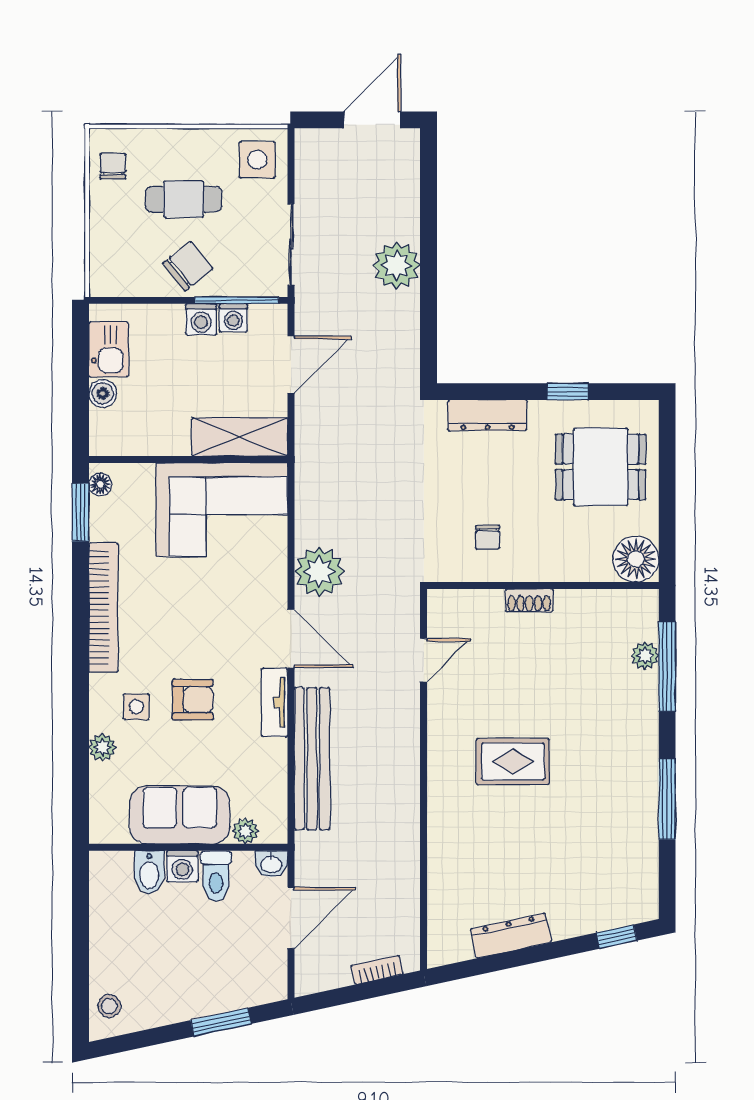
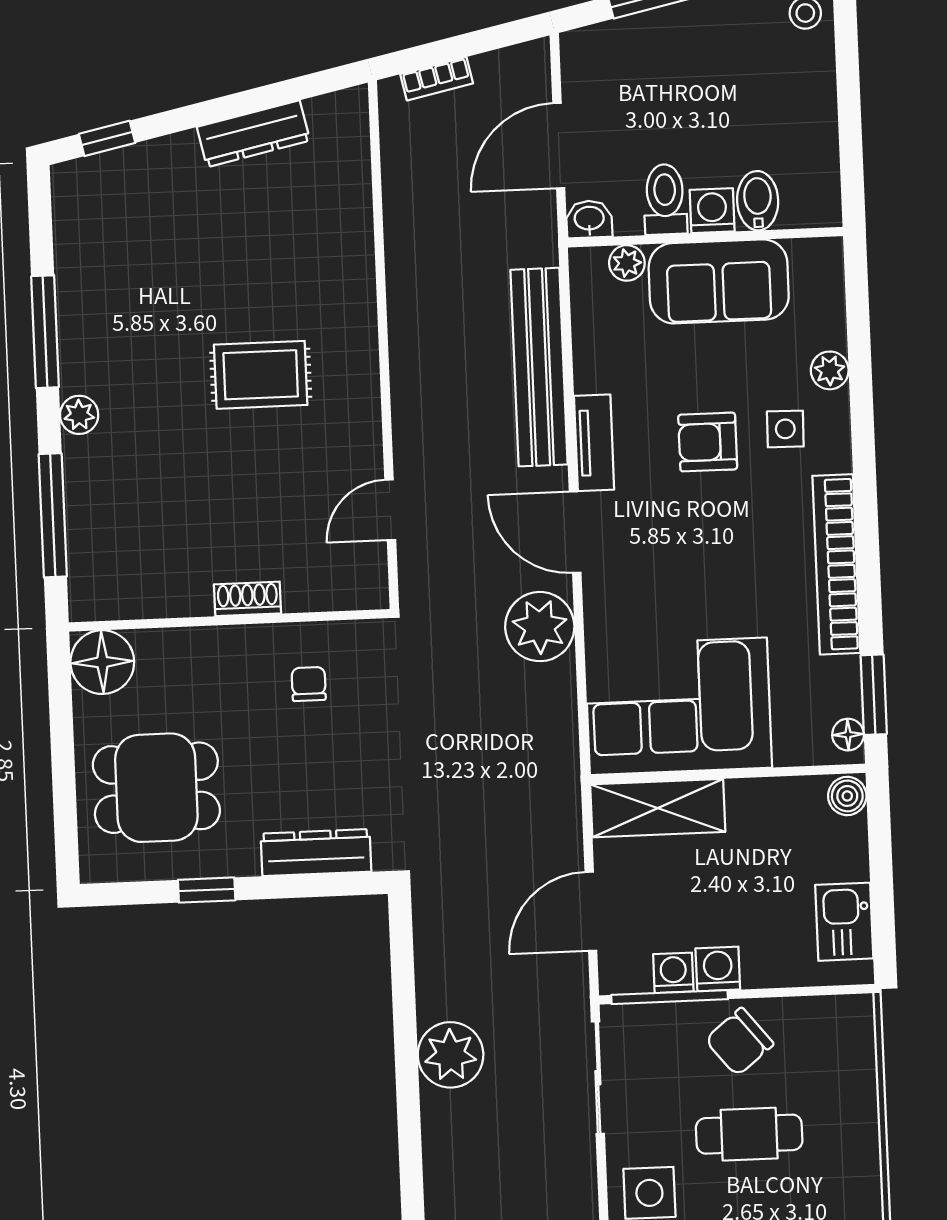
chair: (113, 166) -> (849, 1176), removed
boiler: (103, 393) -> (847, 796), moved
plant: (645, 656) -> (79, 415), moved

